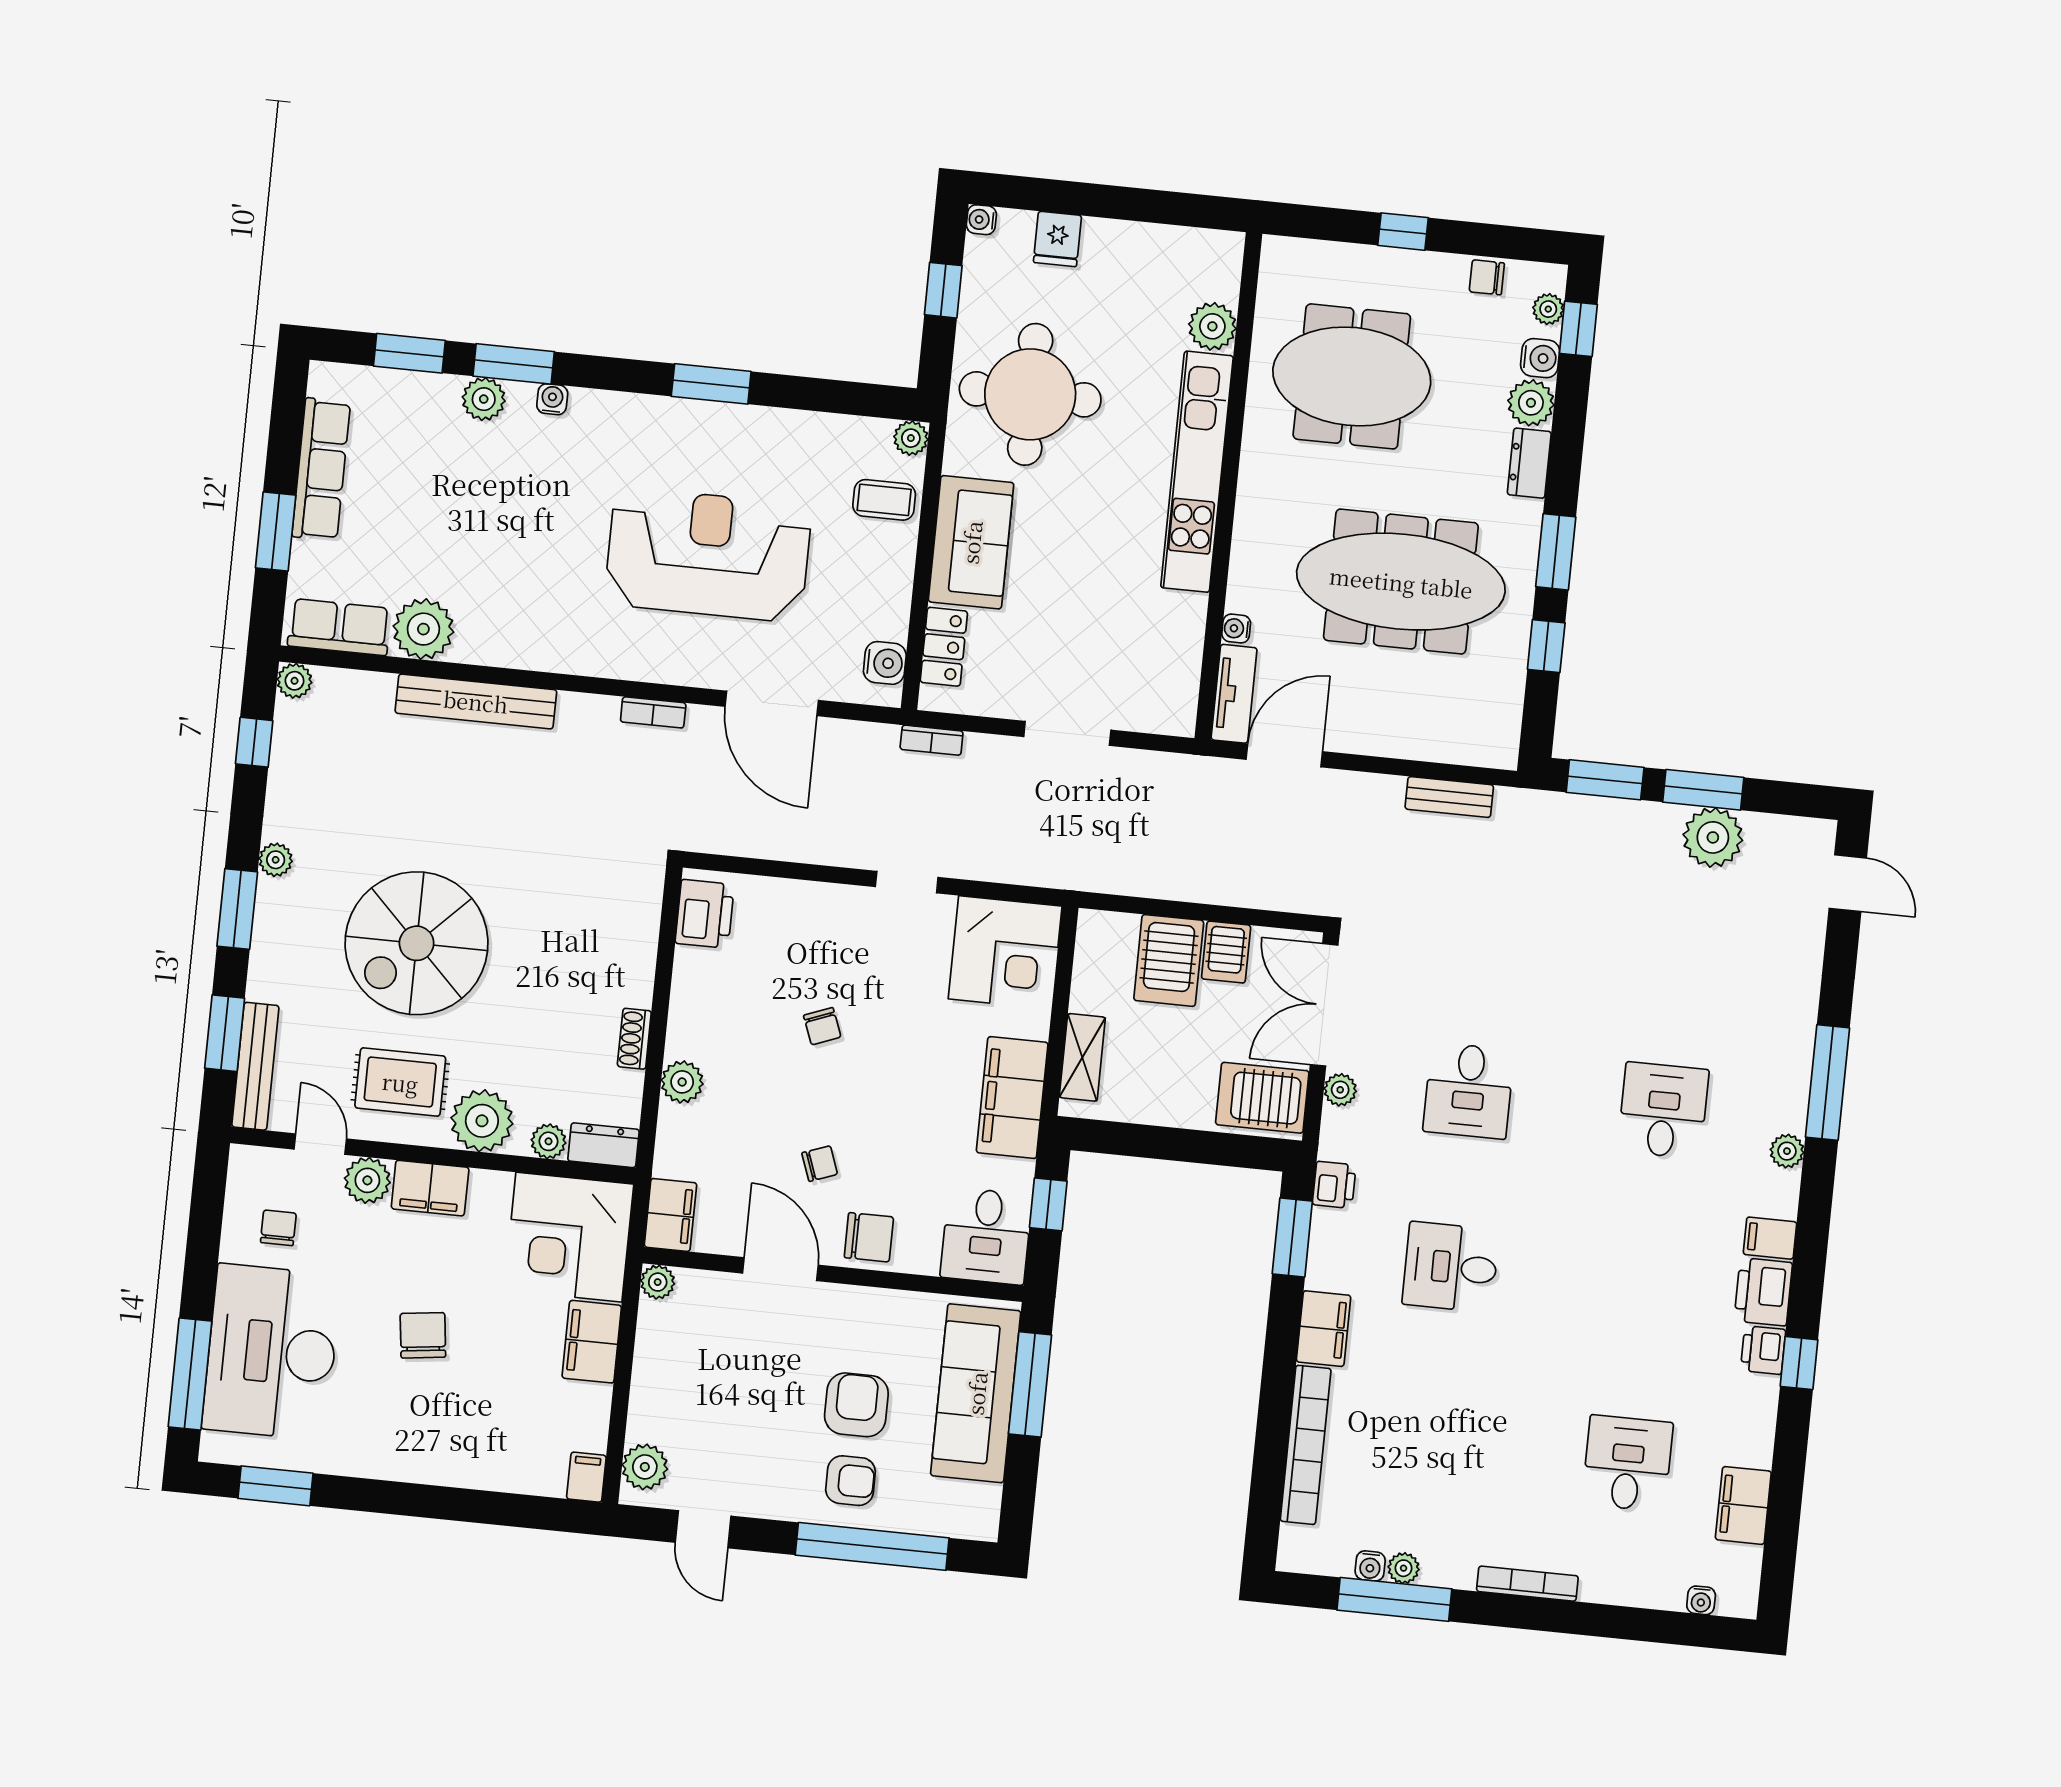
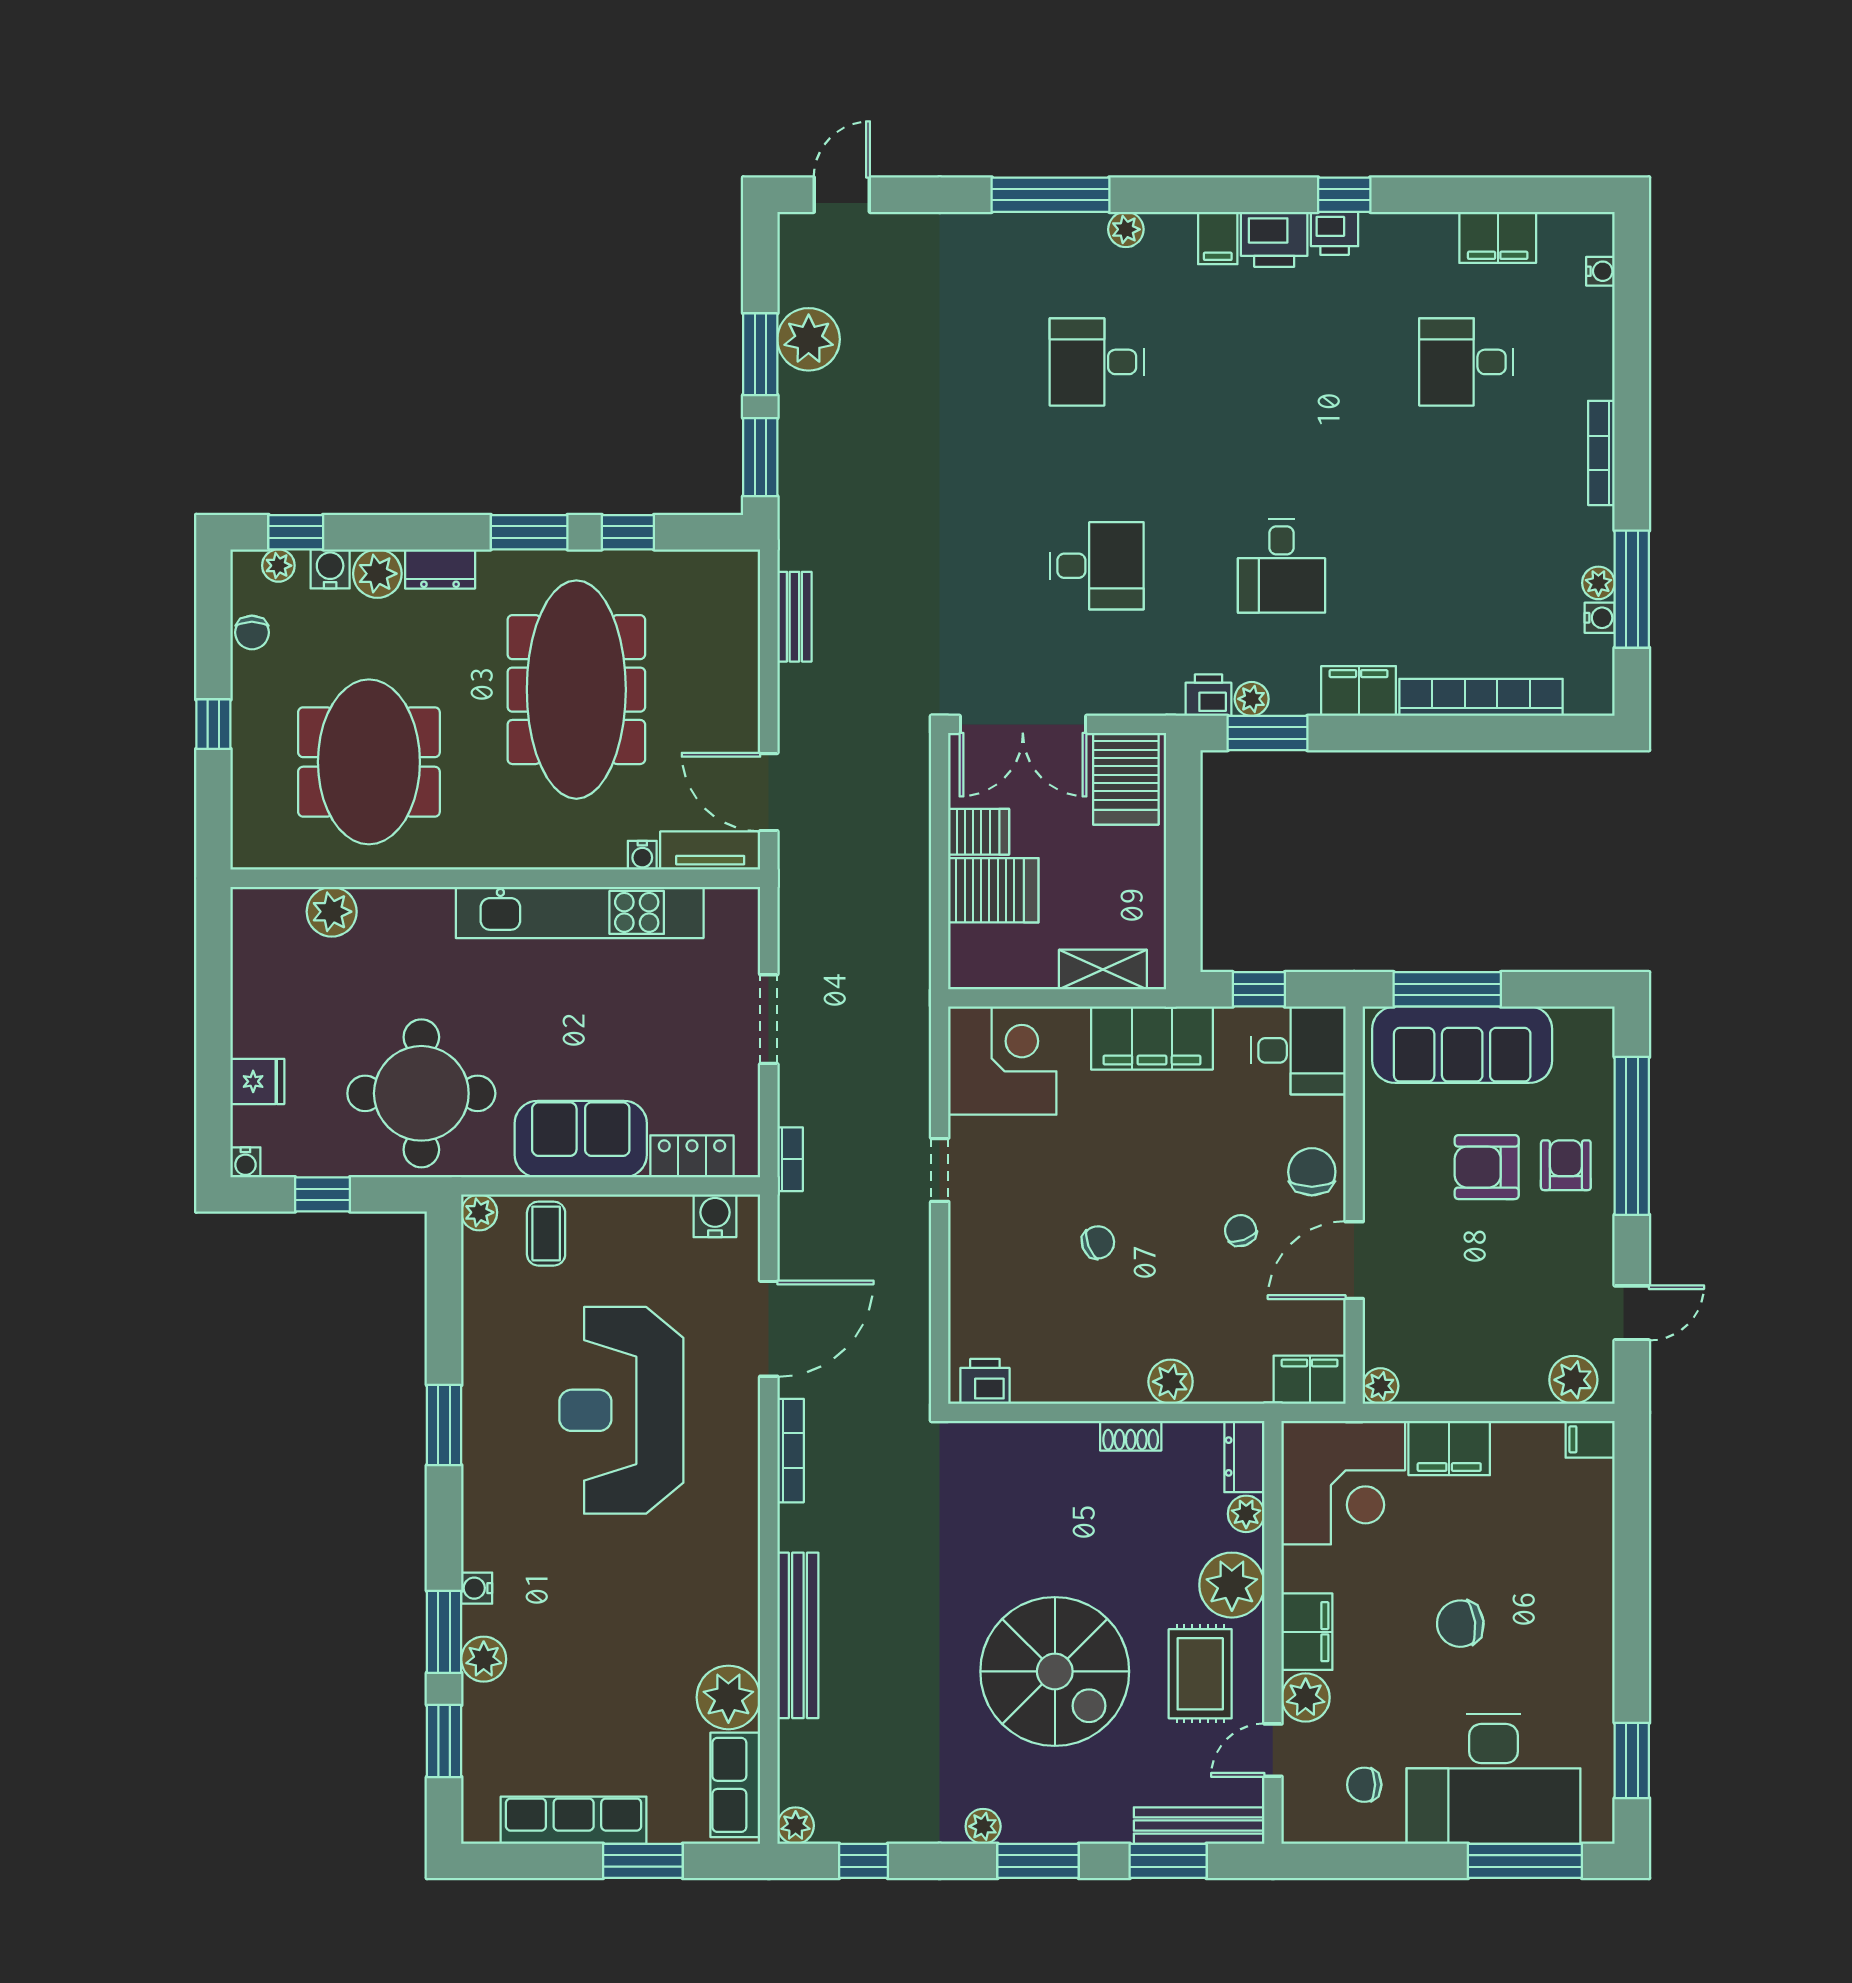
kitchen unit: (1197, 472) -> (580, 912), moved
bookcase: (653, 712) -> (791, 1451), width x1.56
printer: (705, 914) -> (985, 1381), width x0.73, depth x0.81
plant: (1340, 1090) -> (1252, 699), moved

